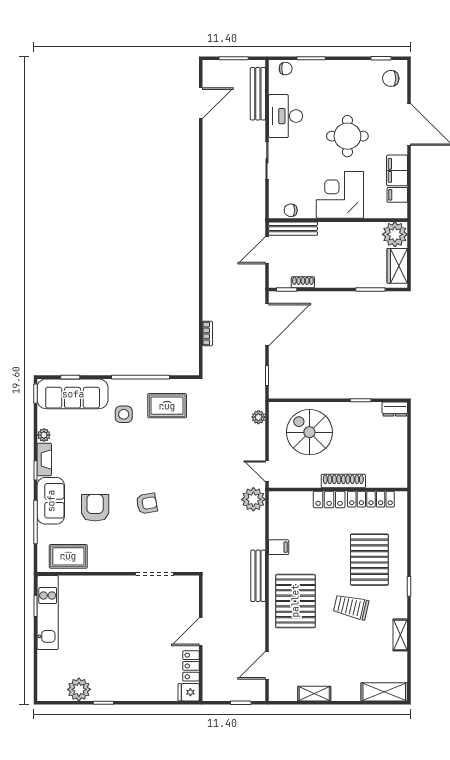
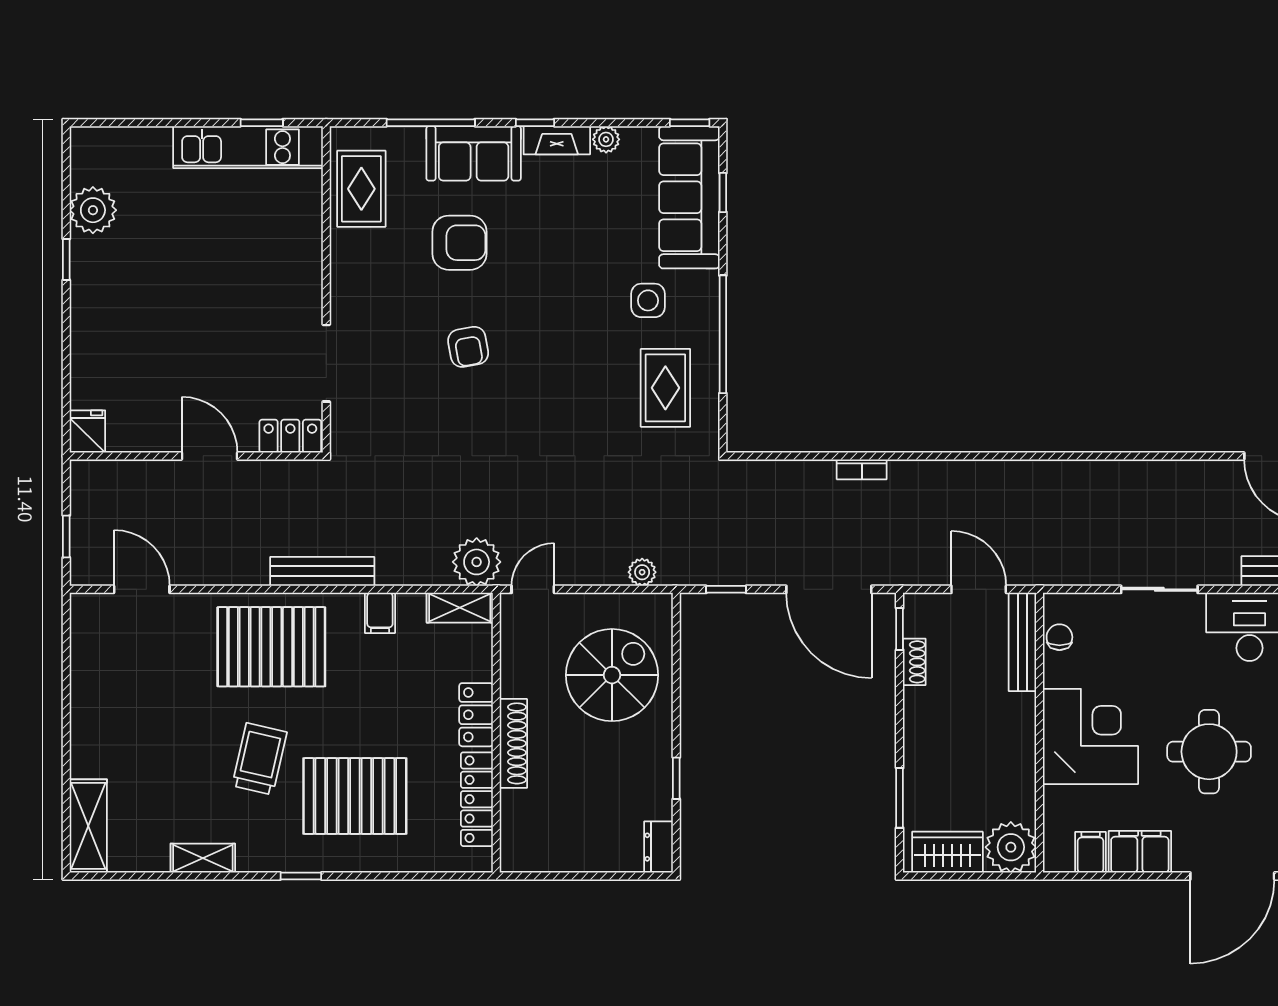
bookcase: (207, 333) -> (862, 469), moved
locker: (191, 666) -> (290, 436), moved
shelving: (314, 694) -> (460, 608), moved, turned 90

